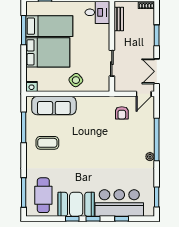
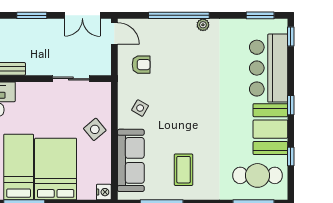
side table: (91, 112) -> (140, 108), added
window: (72, 219) -> (291, 156), moved
window: (122, 219) -> (291, 36), moved

